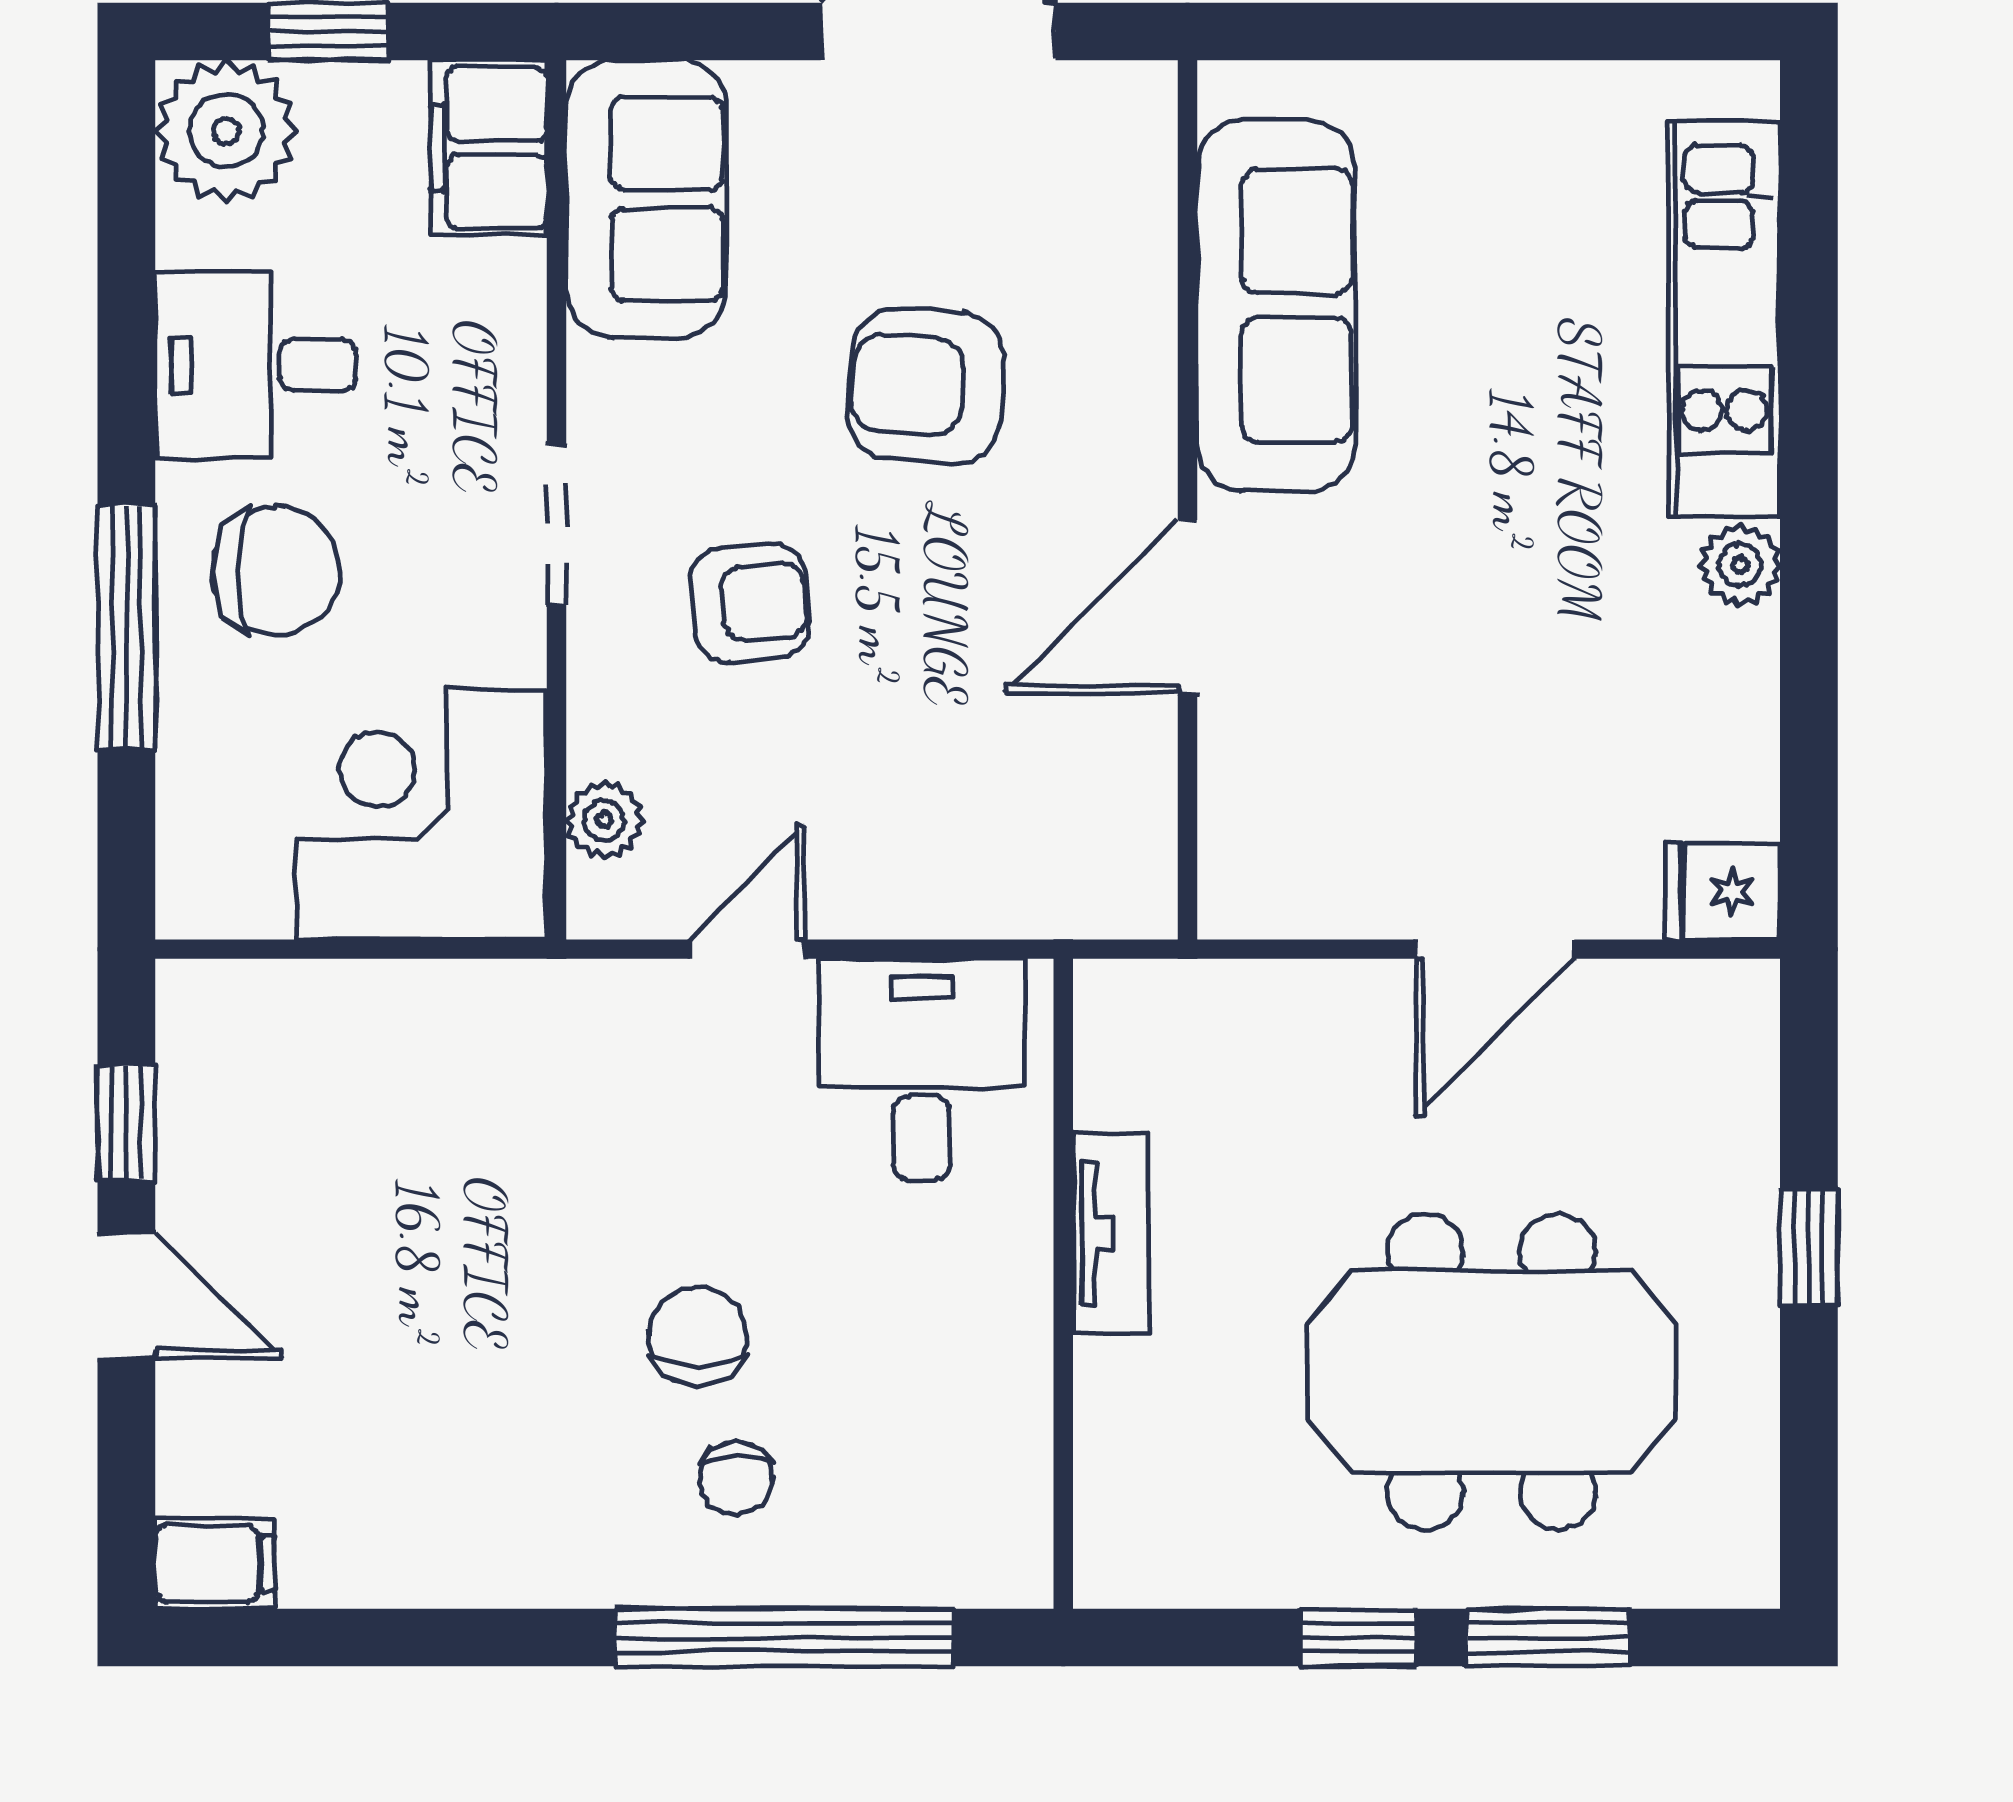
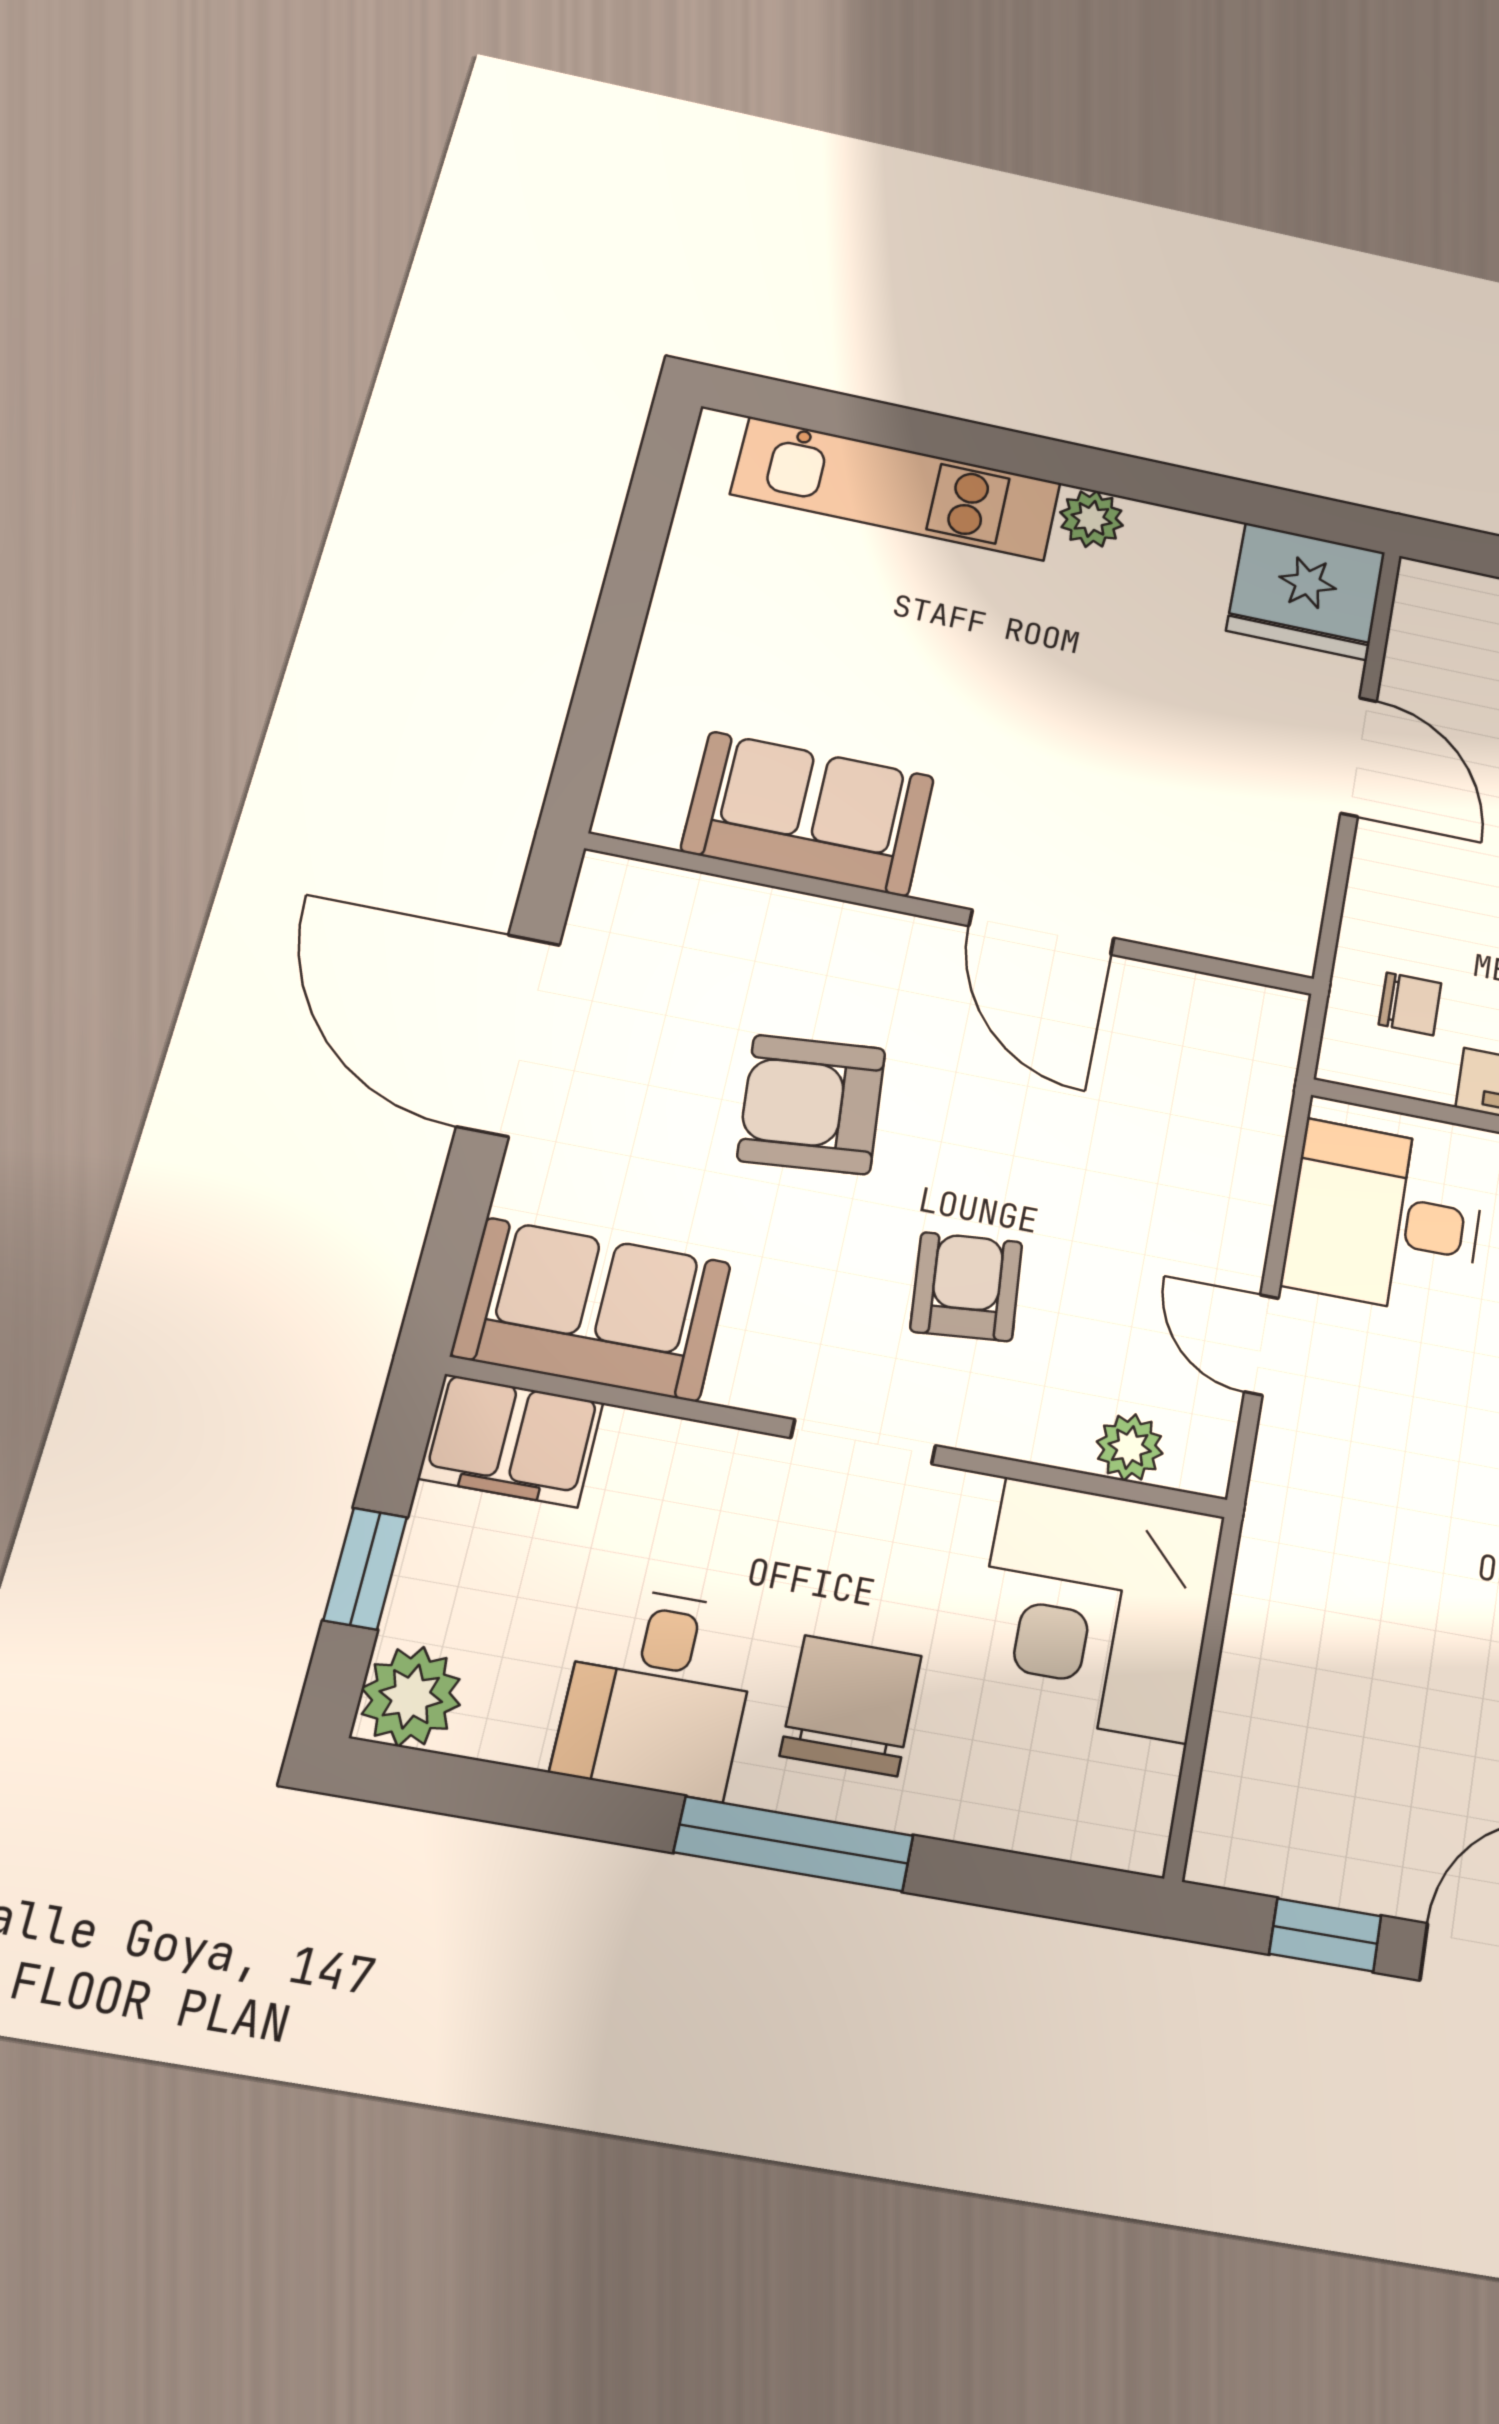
plant: (226, 131) -> (411, 1697), width x0.73, depth x0.73
sofa: (1276, 306) -> (808, 814), width x0.73
armchair: (926, 386) -> (812, 1104), turned 81
window: (126, 627) -> (794, 1844), moved
fridge: (1723, 891) -> (1306, 591), width x1.88, depth x1.34
chair: (1190, 1060) -> (1410, 1004), added

